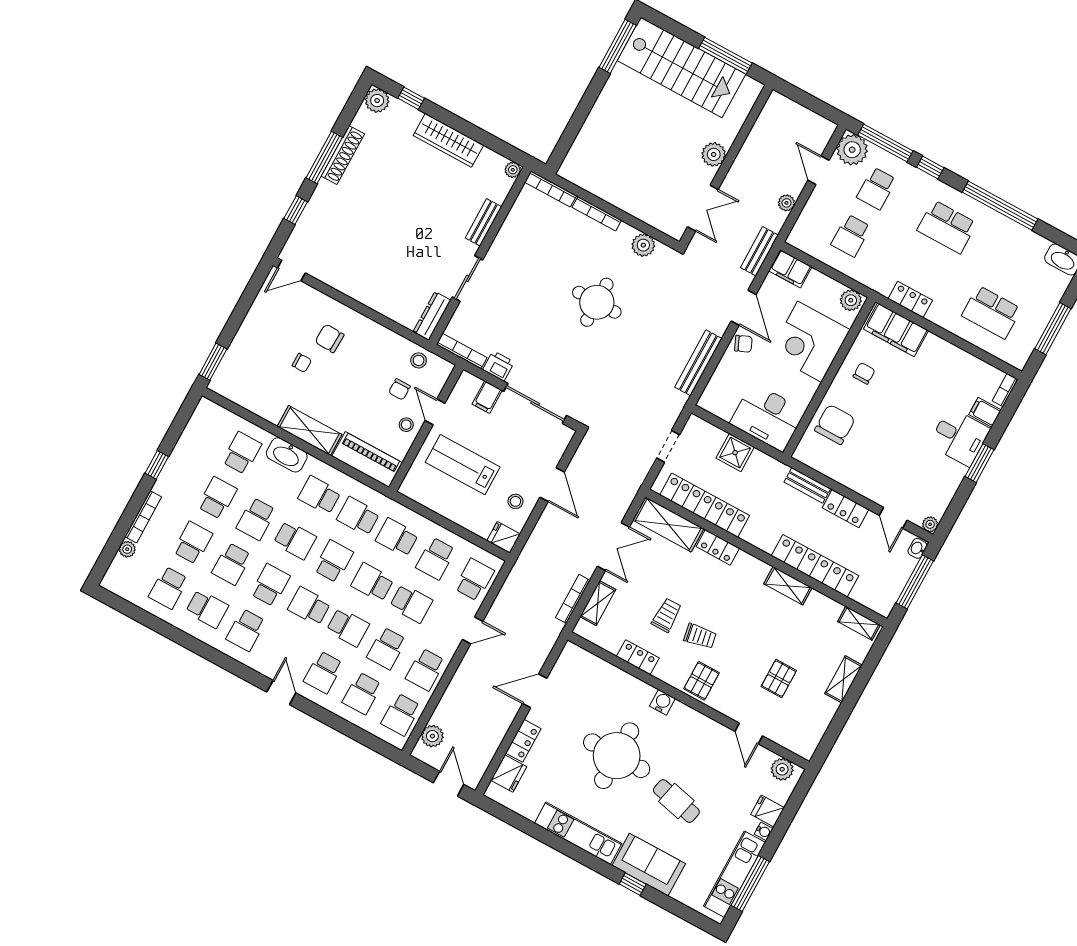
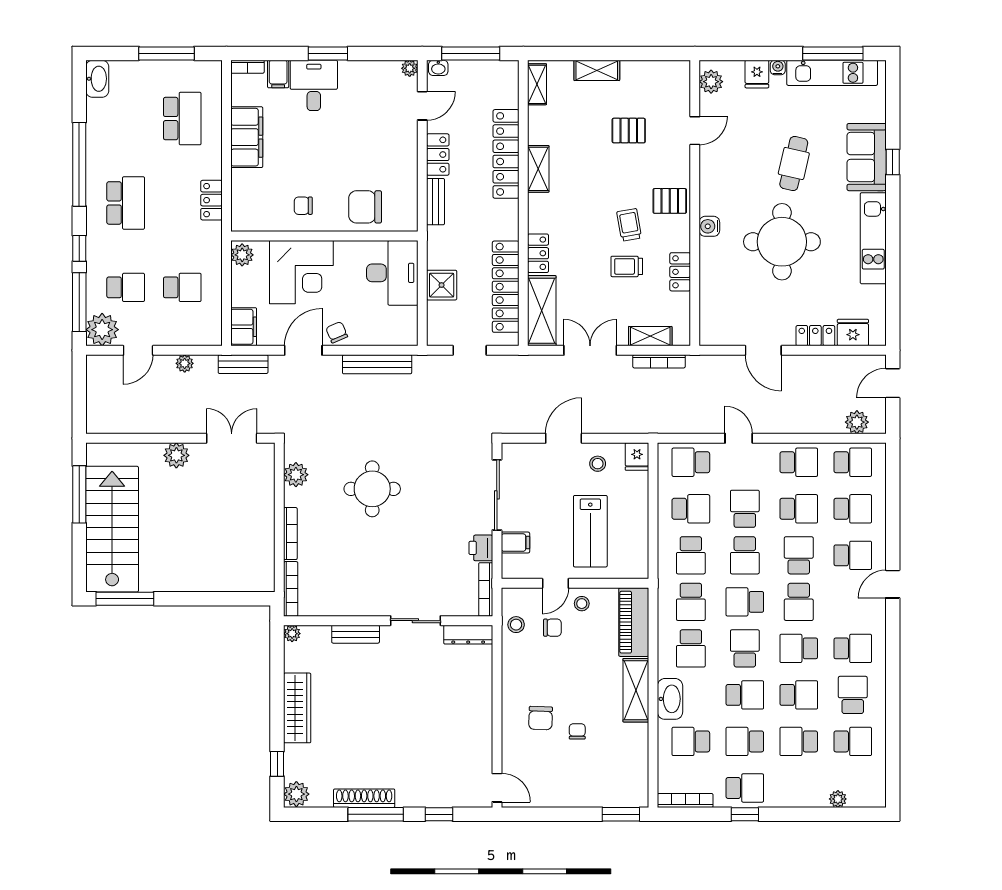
filing cabinet: (896, 330) -> (247, 137), moved
school desk: (179, 477) -> (745, 788), added
bookcase: (143, 517) -> (685, 801), moved

